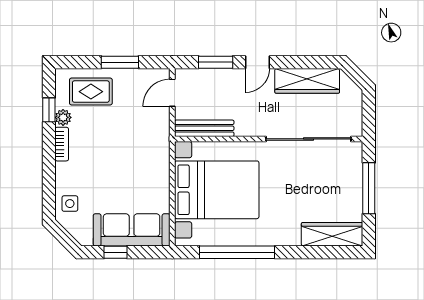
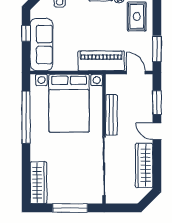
window: (120, 62) -> (157, 49), moved
bench: (204, 128) -> (111, 115), moved
piano: (155, 143) -> (101, 61), added

